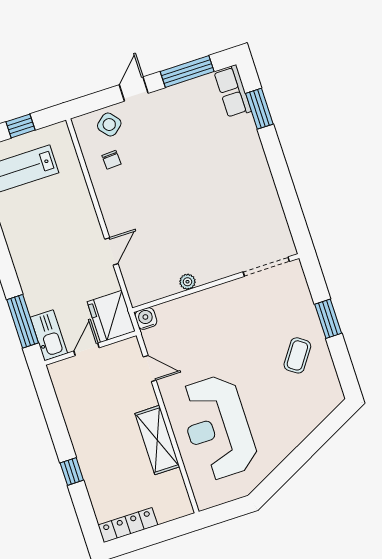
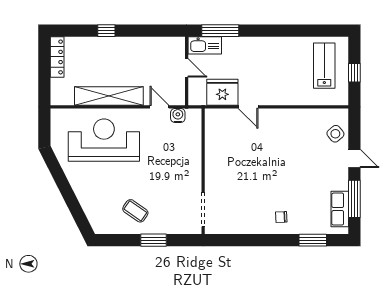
row of seats: (233, 91) -> (340, 209), moved, turned -90
chair: (111, 160) -> (281, 217), moved
plant: (187, 282) -> (210, 152), removed
fridge: (111, 316) -> (222, 92), moved
water cooler: (146, 318) -> (178, 115), moved, turned -90
door: (150, 368) -> (159, 107), swing flipped
shelving: (157, 440) -> (109, 96), width x1.47

